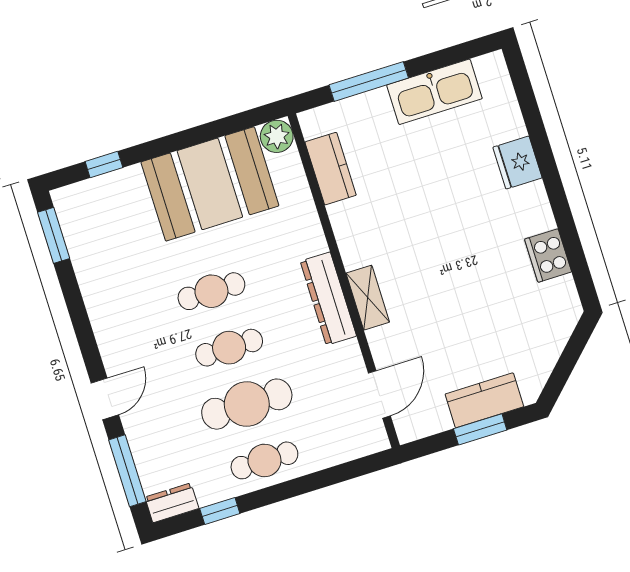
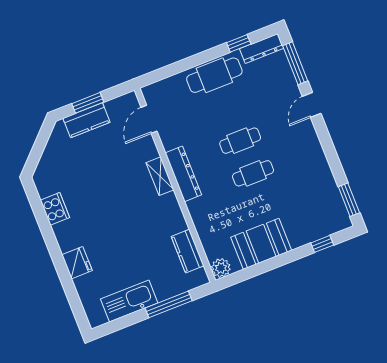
booth: (210, 184) -> (261, 244), width x0.73, depth x0.70
cafe table: (247, 404) -> (227, 108), removed
cafe table: (264, 460) -> (214, 75), width x1.37, depth x1.35
dresser: (172, 503) -> (262, 48), width x1.44

